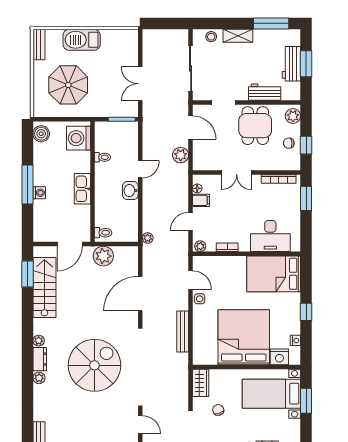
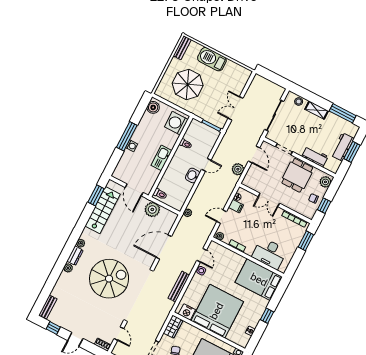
door: (70, 244) -> (134, 190), hinge flipped
nightstand: (279, 357) -> (187, 312), moved

